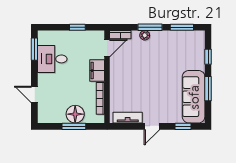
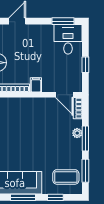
coffee table: (188, 46) -> (66, 177), added
desk: (52, 59) -> (68, 39), moved
filing cabinet: (97, 71) -> (36, 85), width x0.50

